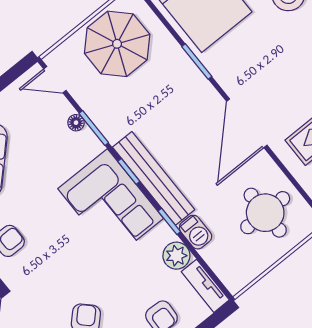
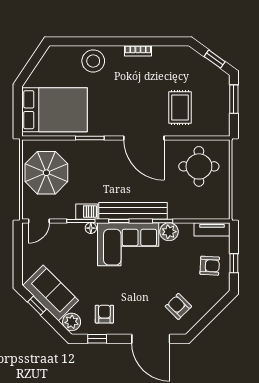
floor lamp: (76, 123) -> (91, 228), moved
barbecue: (196, 232) -> (87, 212), moved
plant: (176, 256) -> (169, 232), moved

